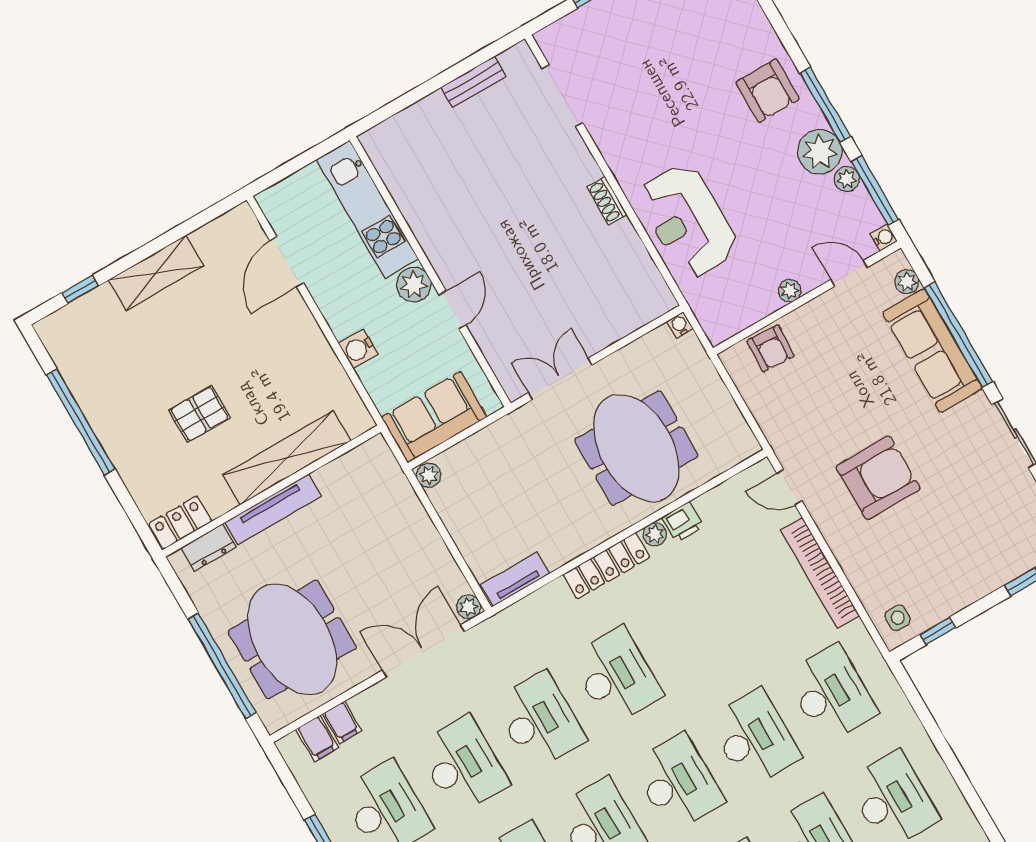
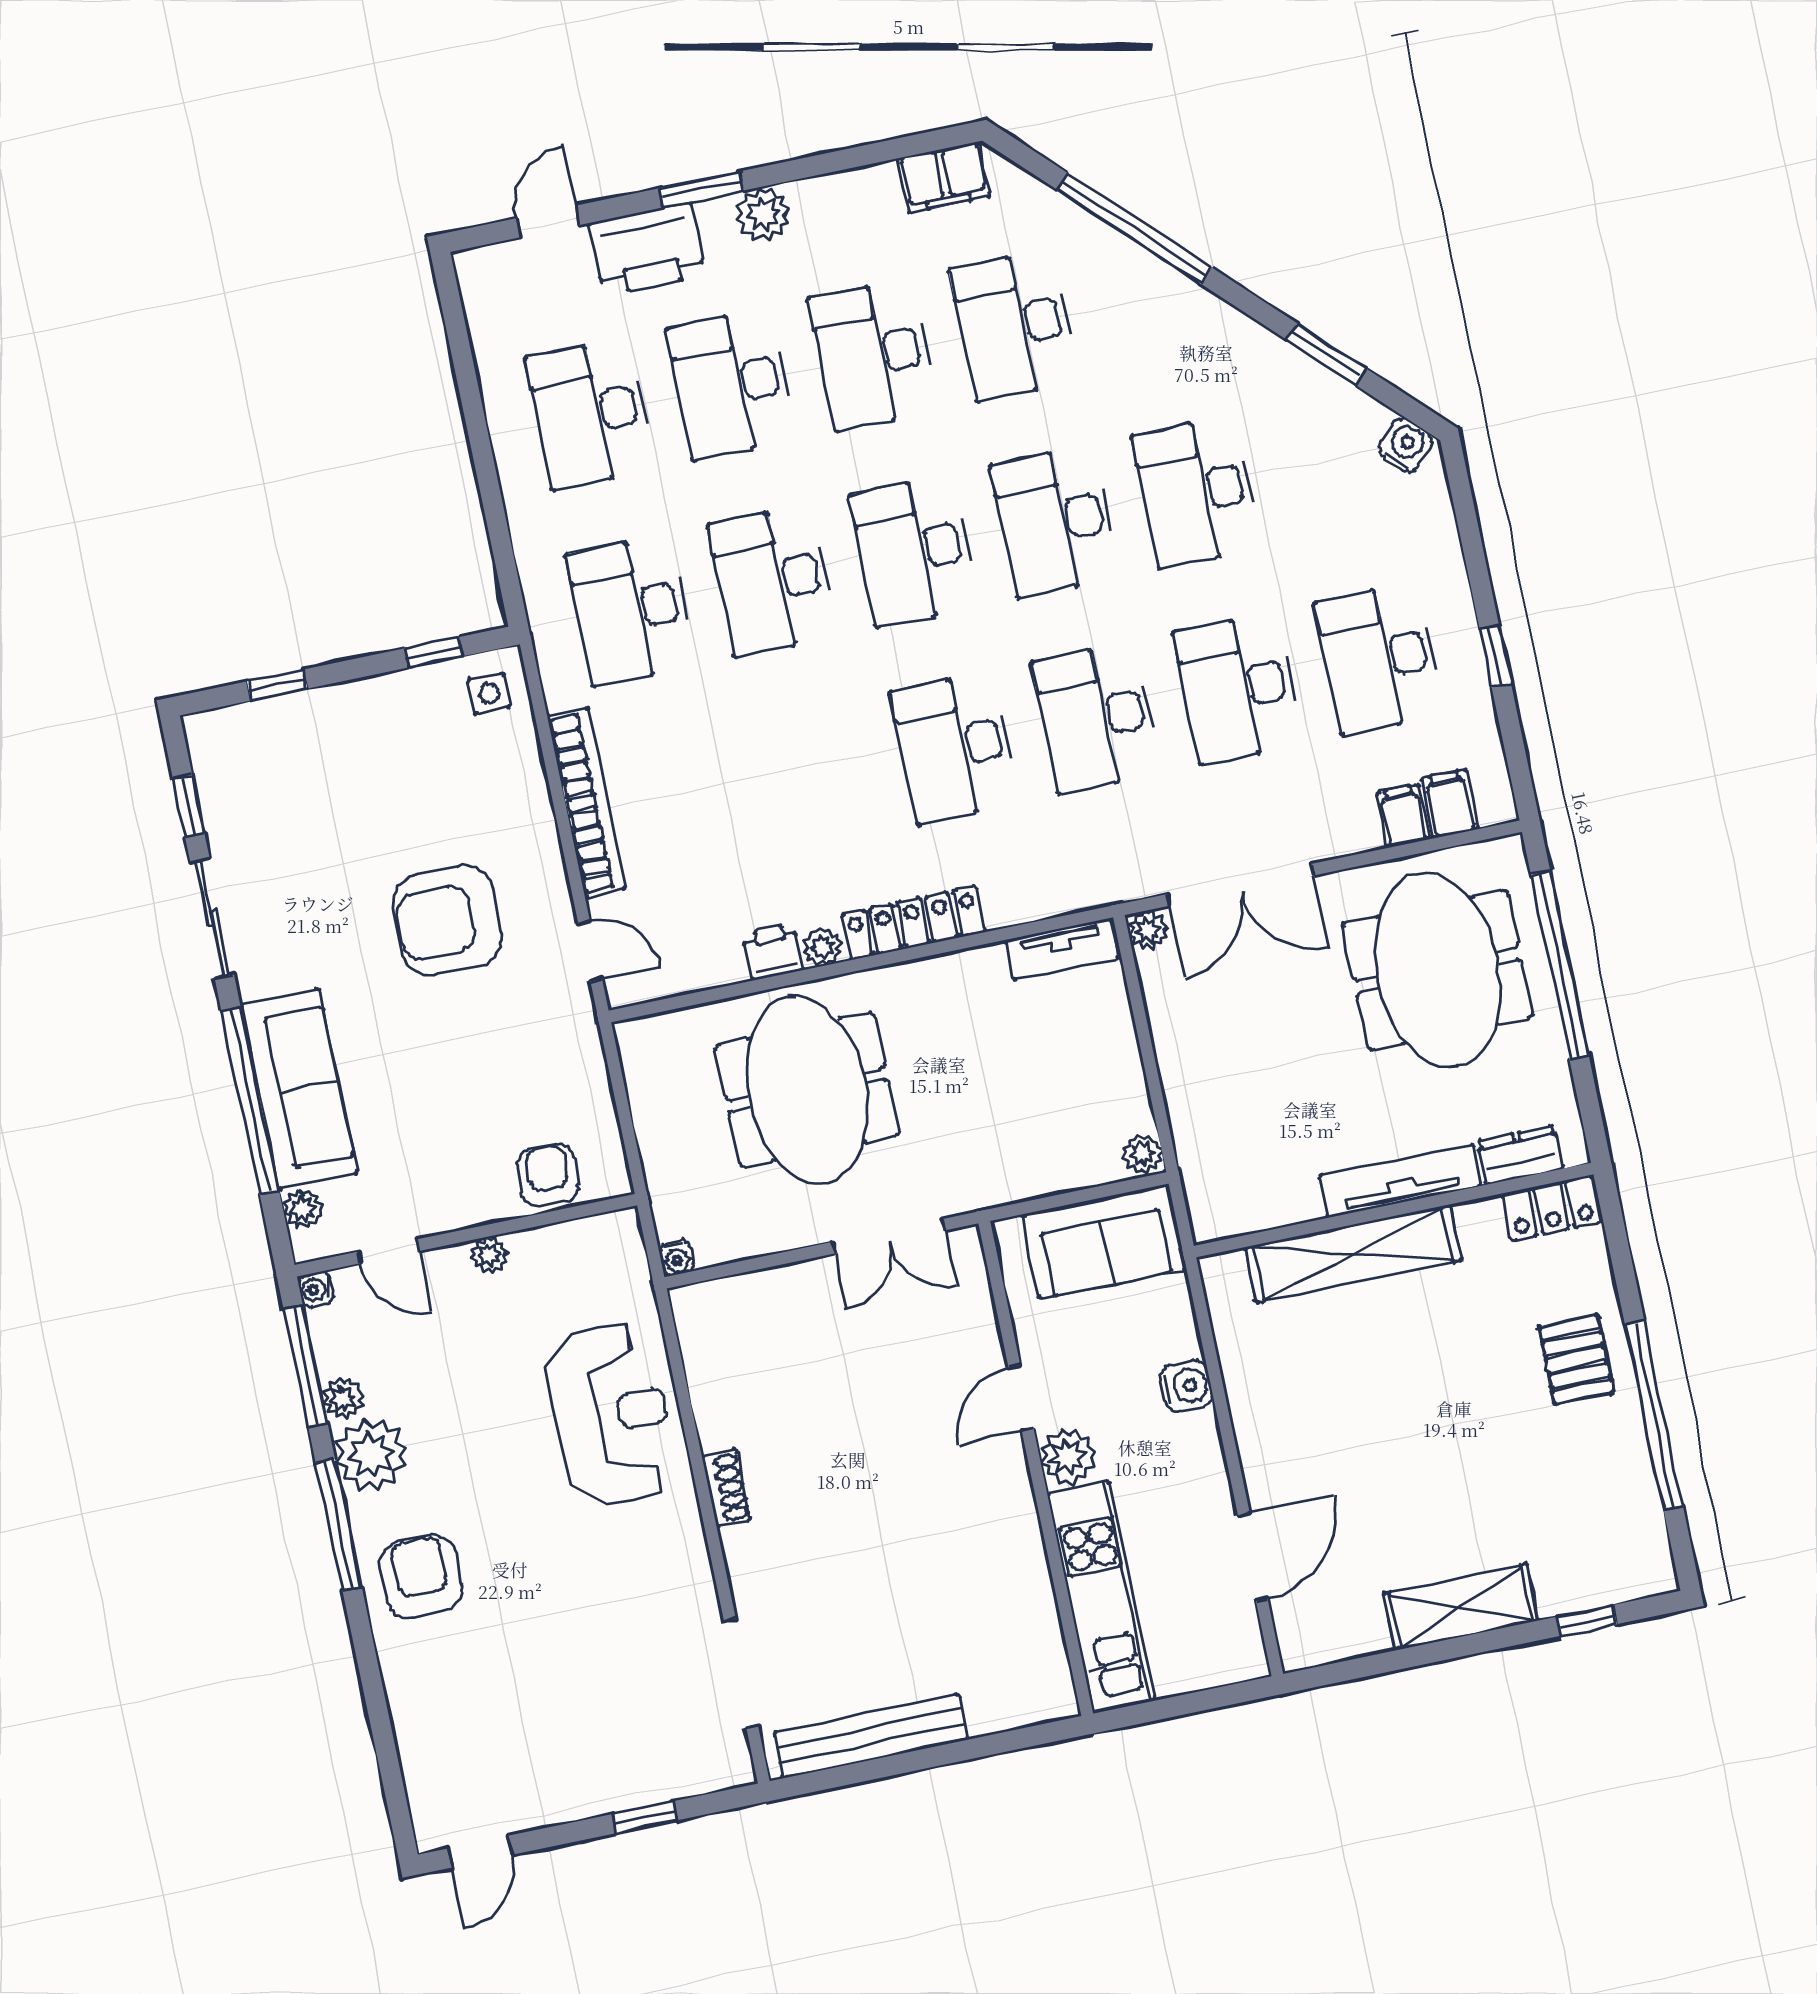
bench: (474, 82) -> (871, 1736), width x1.86, depth x1.21
pallet: (199, 414) -> (1576, 1360), moved, turned 90

